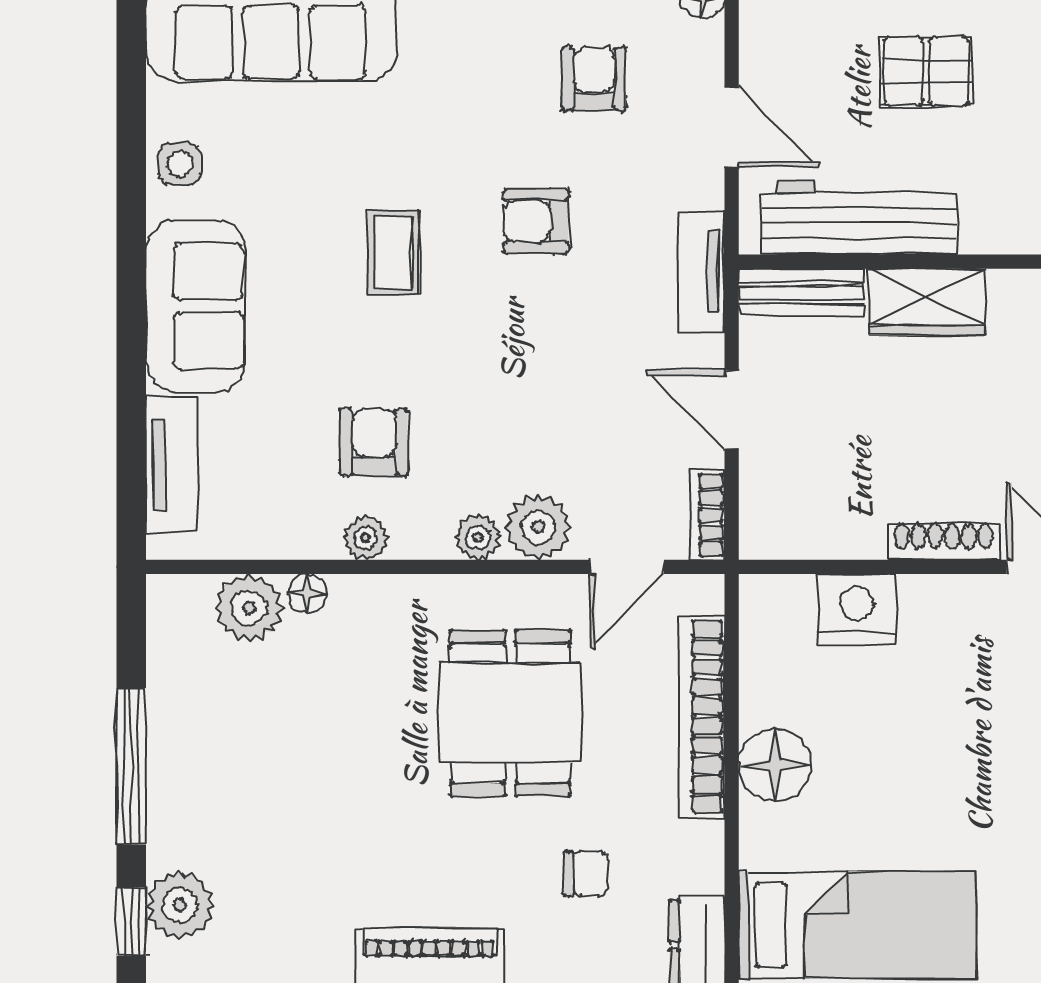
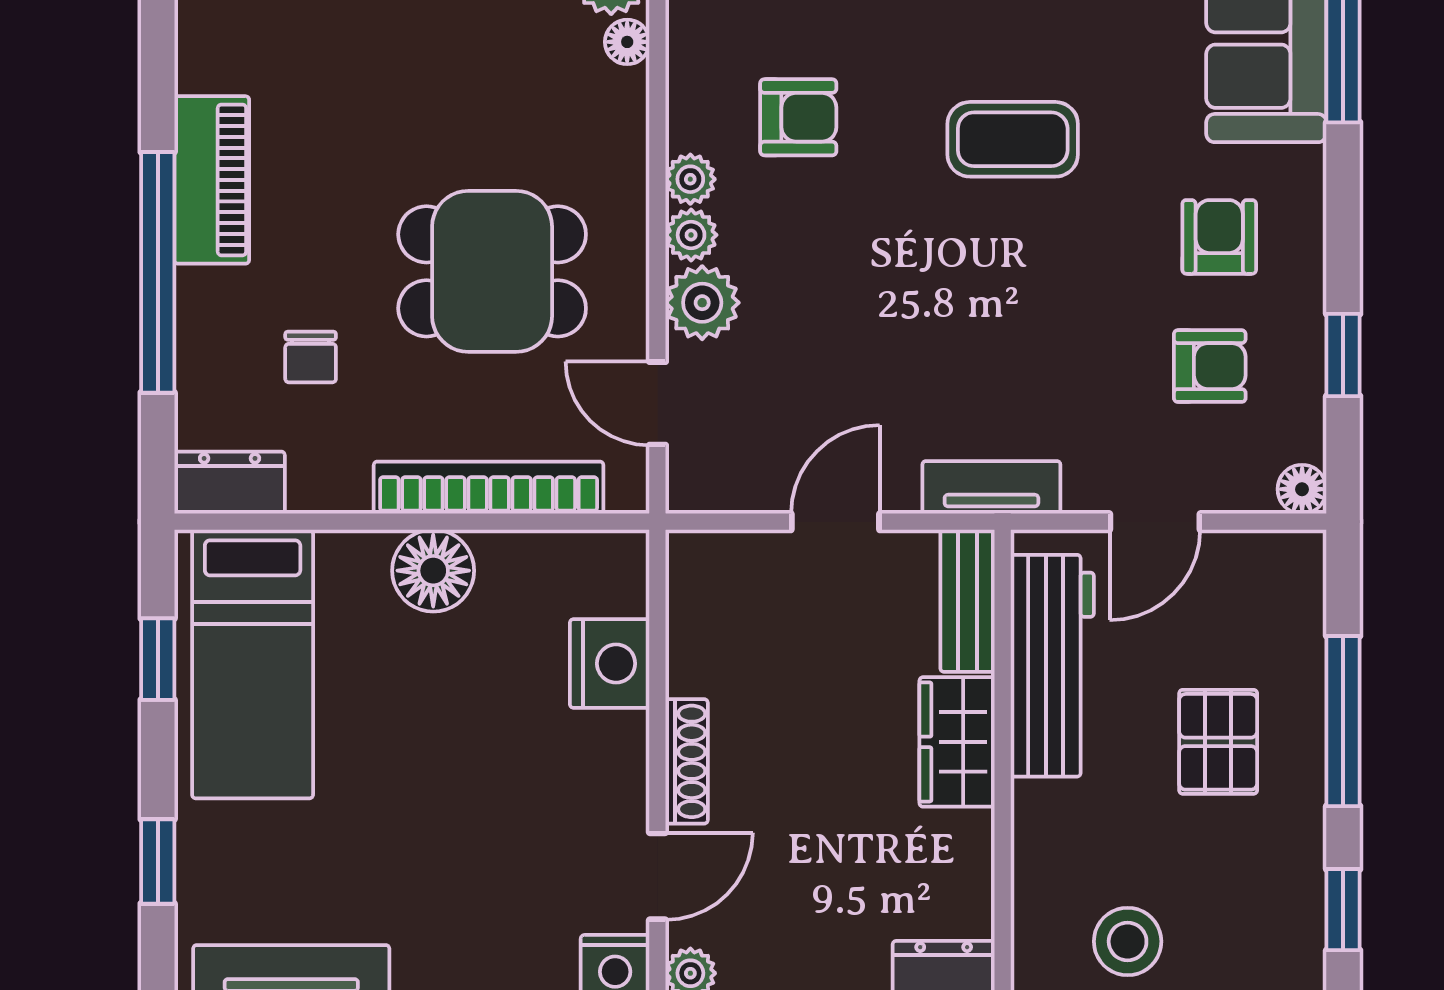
armchair: (536, 221) -> (1219, 237), moved
coffee table: (393, 253) -> (1013, 139), width x1.36, depth x1.30
bookcase: (707, 515) -> (716, 494), removed
plant: (365, 538) -> (690, 179), moved

